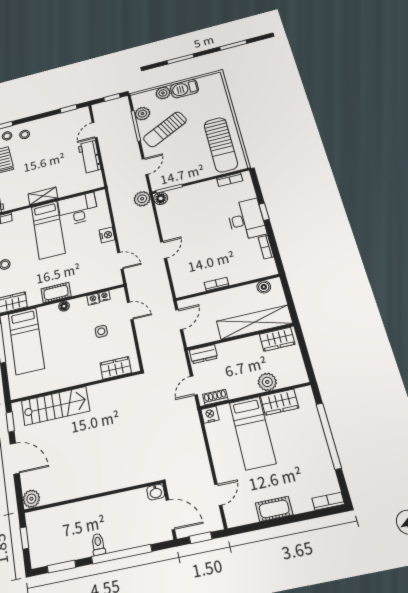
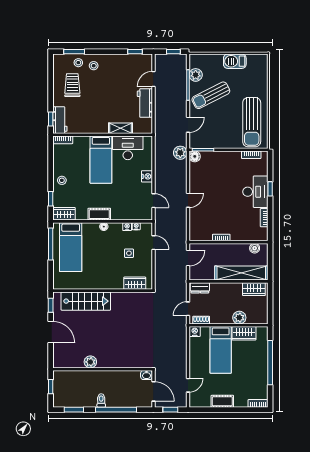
plant: (163, 93) -> (216, 60), removed
shelving: (43, 196) -> (121, 128), moved
plant: (31, 499) -> (90, 362), moved

